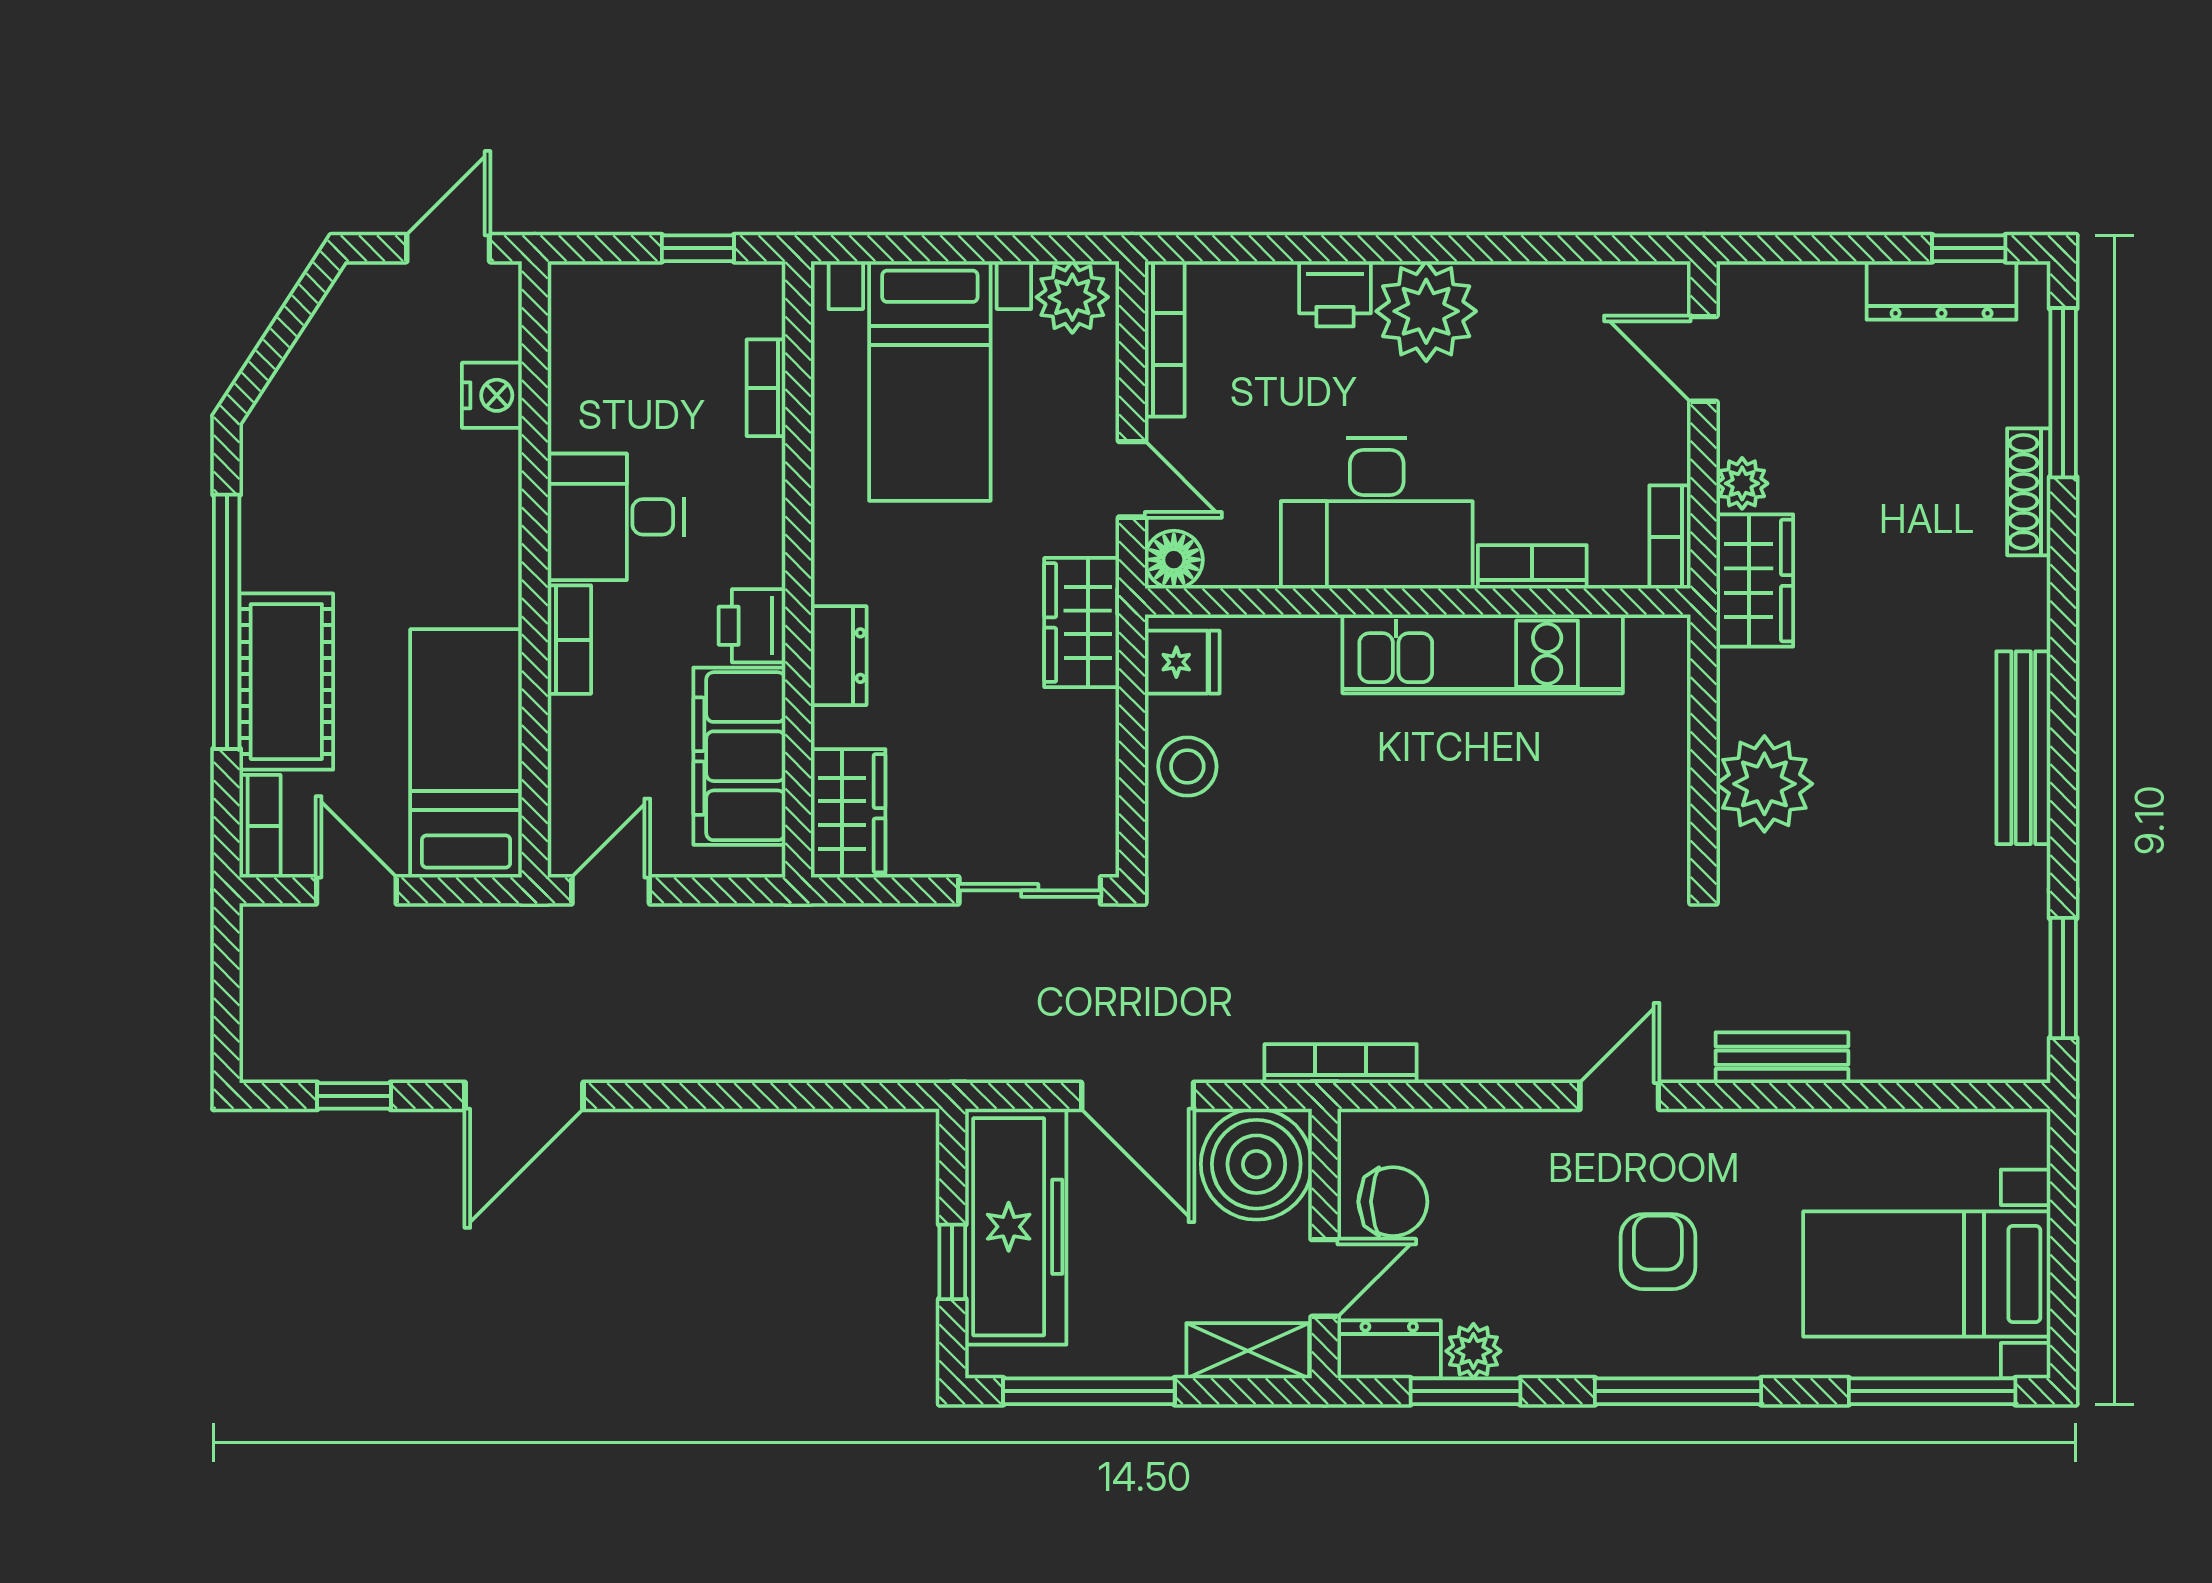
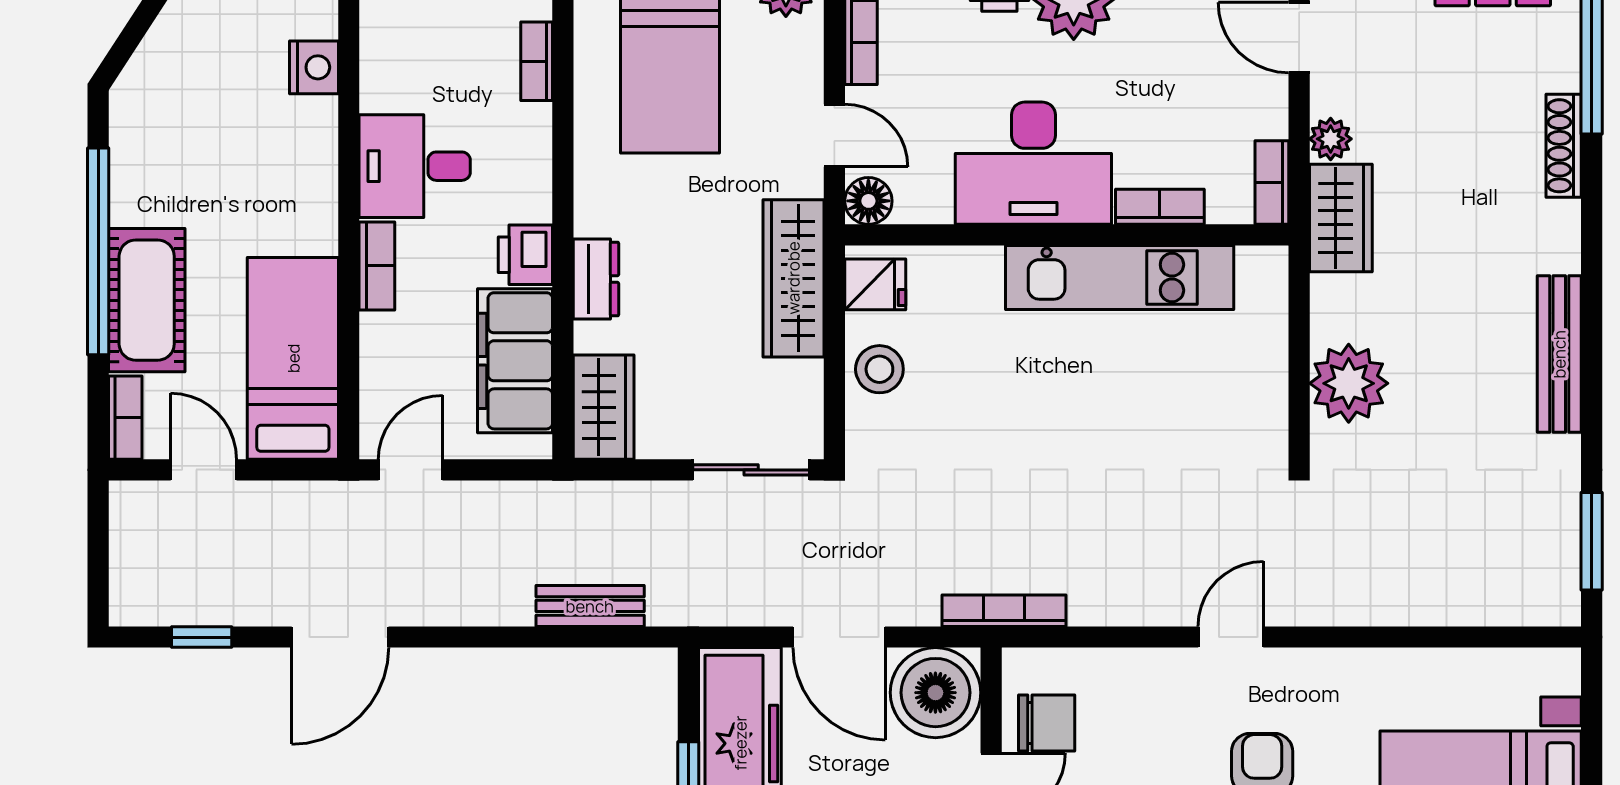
wardrobe: (1082, 623) -> (793, 278), width x1.50
bench: (1782, 1058) -> (590, 606), moved

